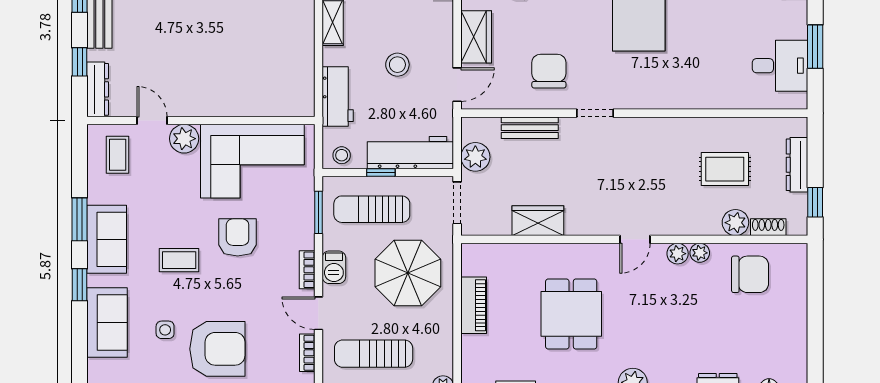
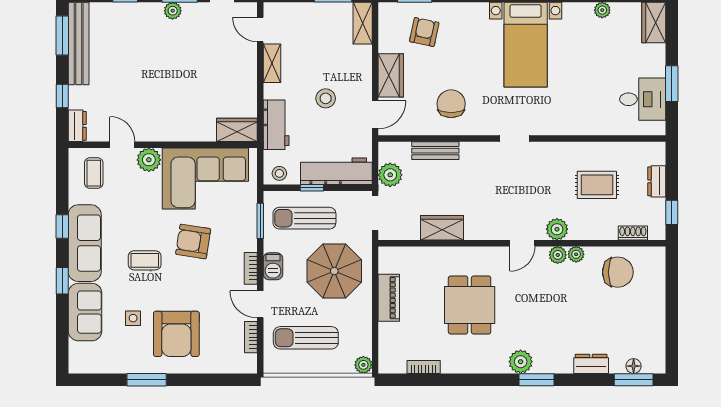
dresser: (98, 89) -> (77, 126), width x0.70
wardrobe: (290, 103) -> (237, 130), added
doorway: (595, 113) -> (515, 139), moved
dresser: (797, 165) -> (657, 181), width x0.70
window: (80, 219) -> (62, 227), width x0.67
plant: (735, 223) -> (557, 229), moved
armchair: (238, 237) -> (193, 241), turned -81
sofa: (107, 239) -> (85, 243), width x1.36
armchair: (217, 349) -> (176, 334), turned 90

